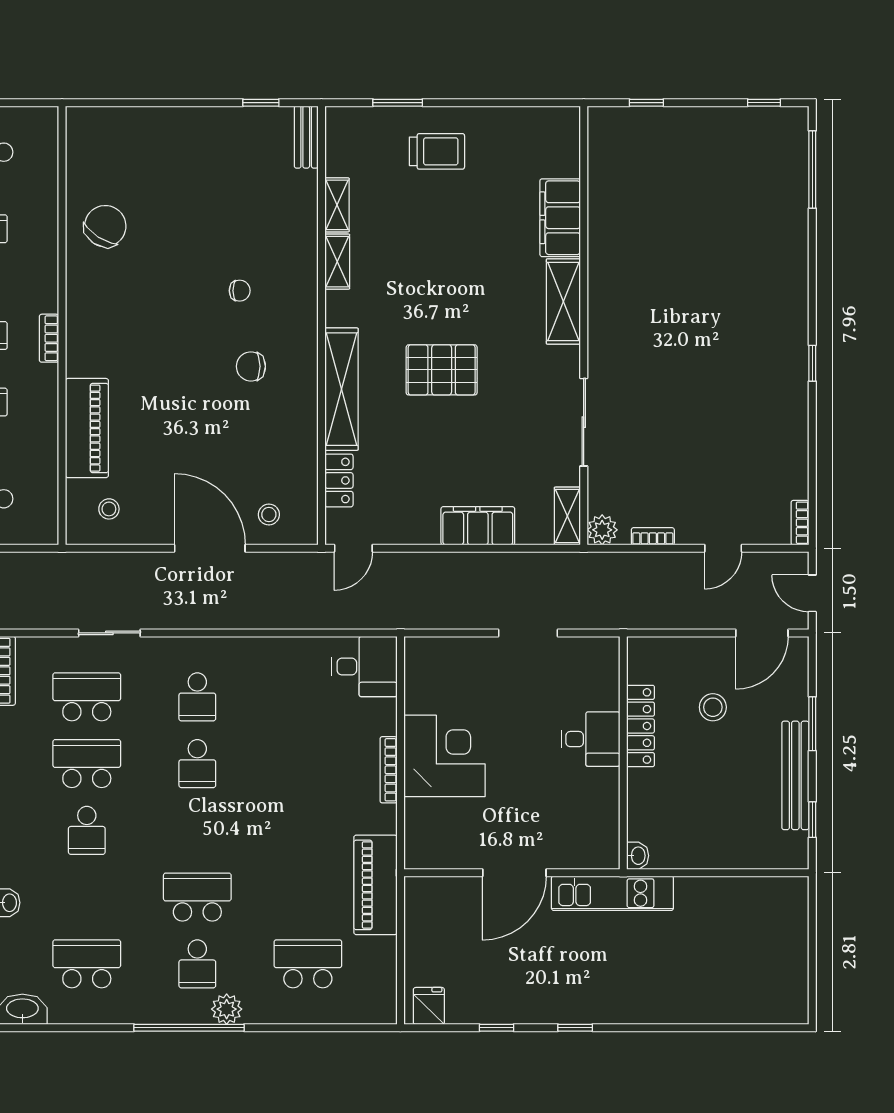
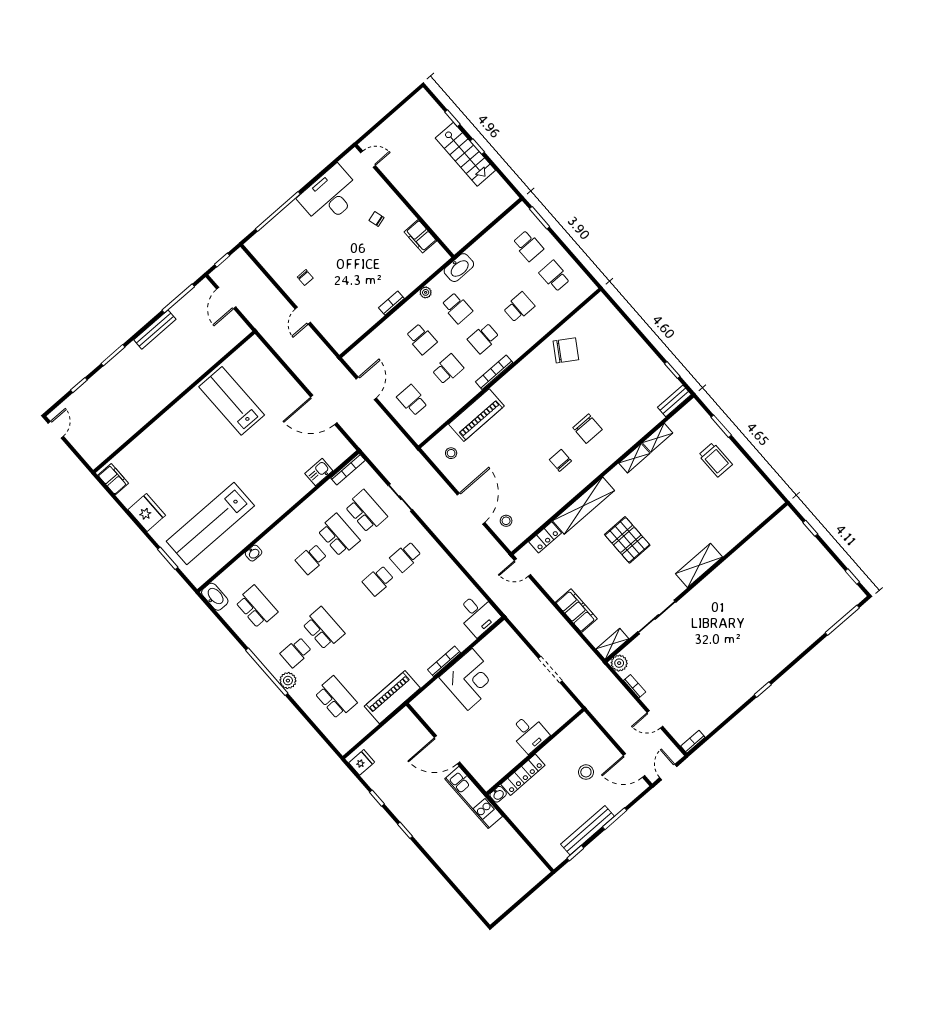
filing cabinet: (560, 218) -> (732, 534), removed
chair: (240, 291) -> (588, 429), width x1.87, depth x1.87
bookcase: (49, 338) -> (494, 372), width x1.56
locker: (641, 726) -> (523, 775), moved

